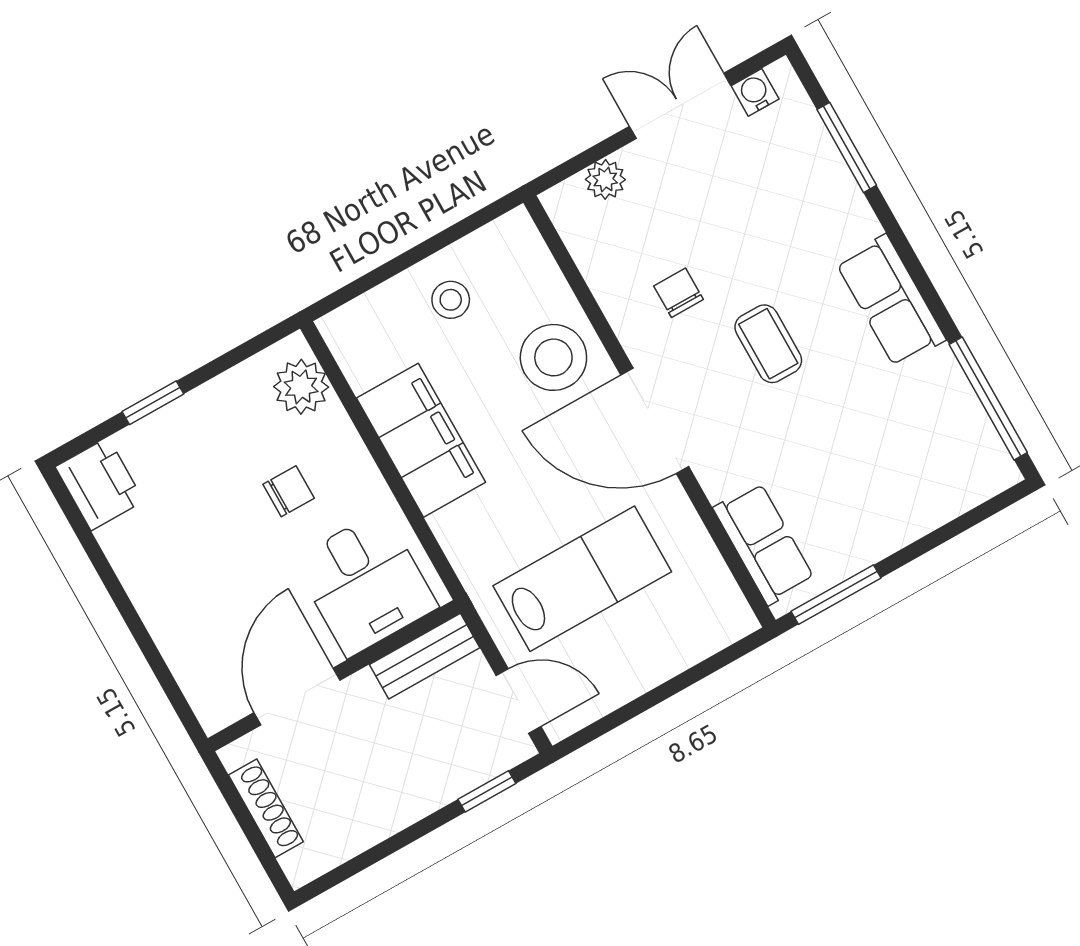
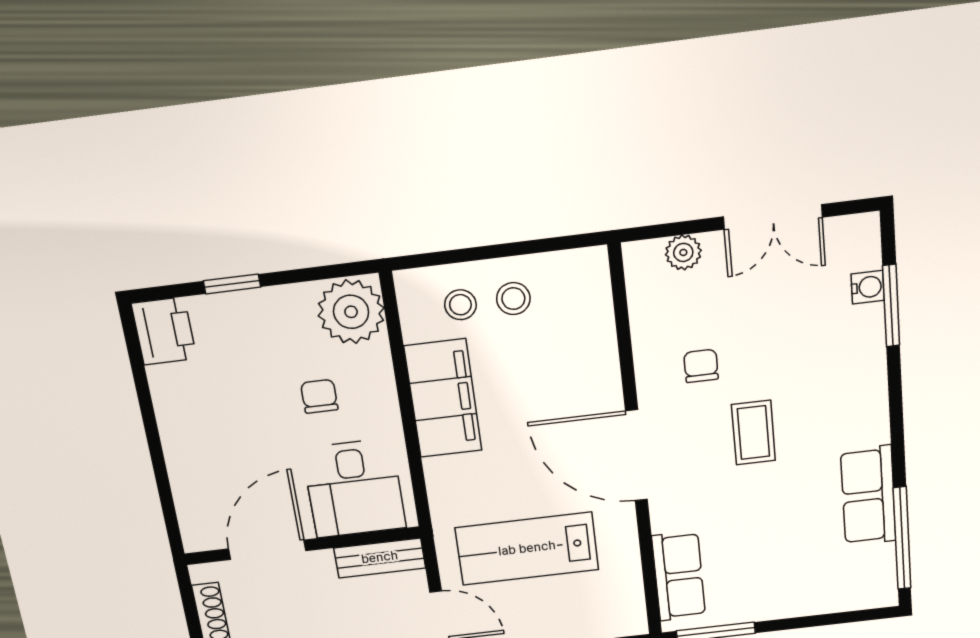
water cooler: (755, 92) -> (868, 287), moved, turned 90
double door: (680, 106) -> (773, 217), swing flipped
row of seats: (891, 301) -> (868, 496), moved
stool: (553, 357) -> (460, 305), moved, width x0.53, depth x0.53
plant: (301, 387) -> (351, 312), width x1.36, depth x1.36
chair: (289, 491) -> (319, 396), turned -90
lab bench: (582, 579) -> (527, 549), turned 180

